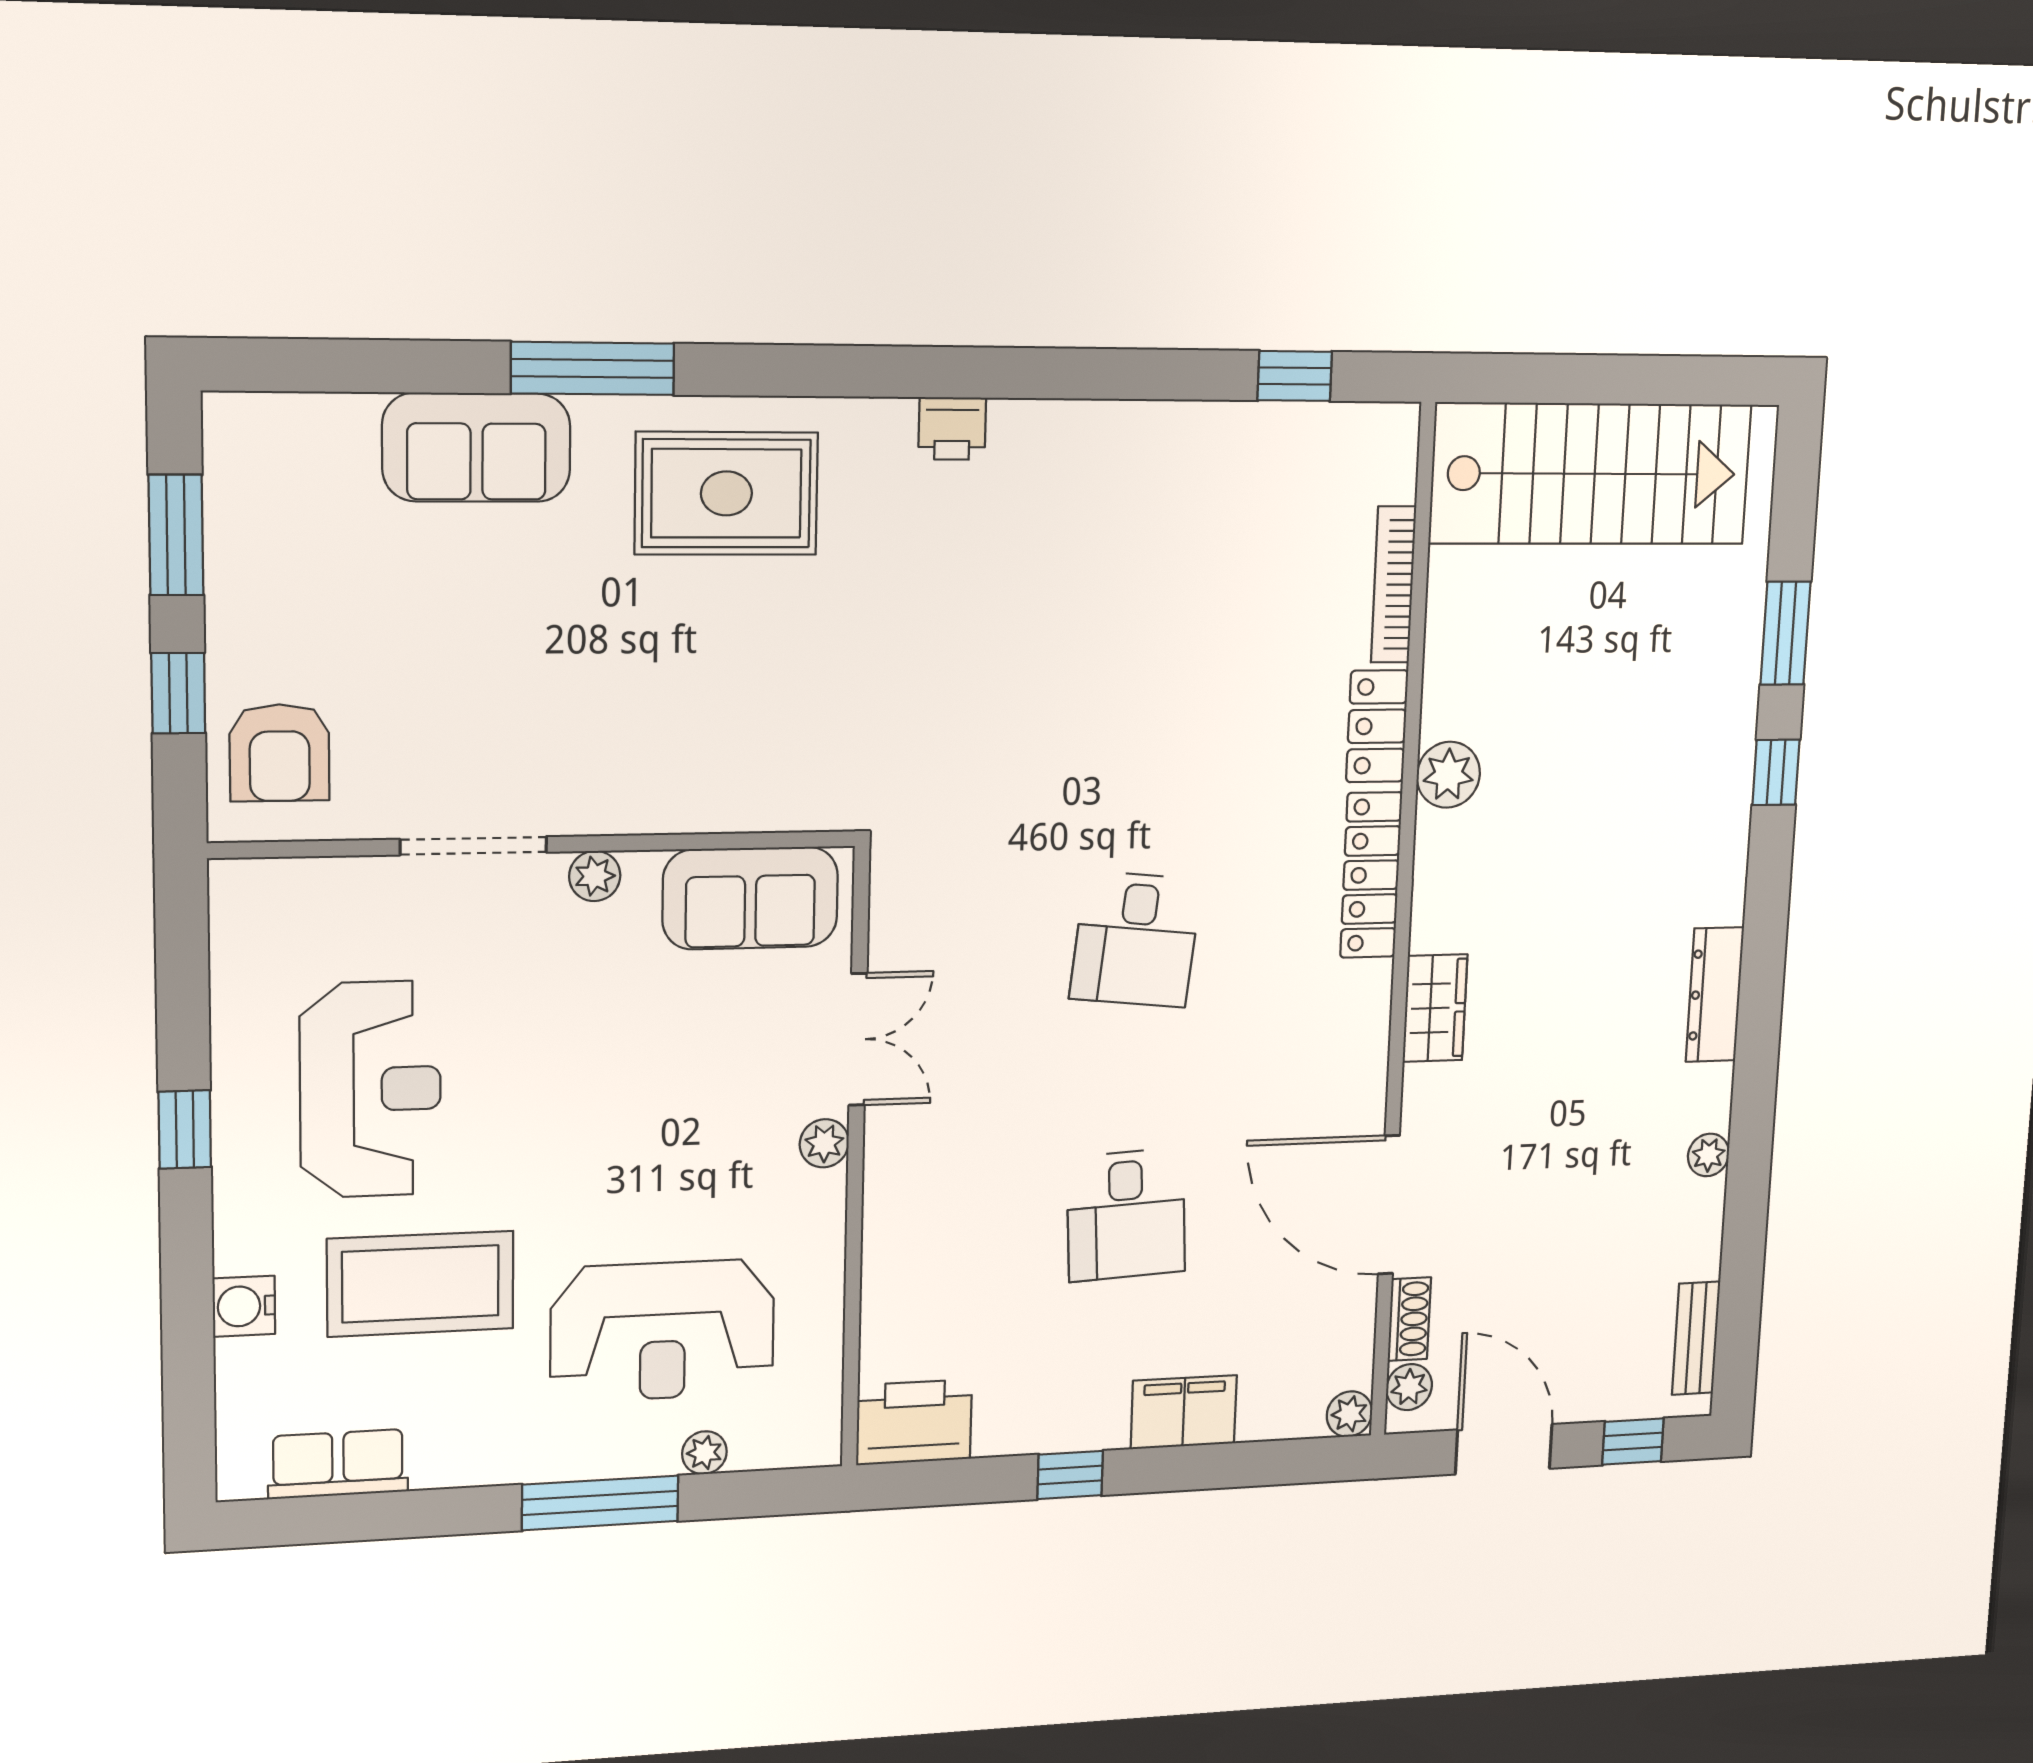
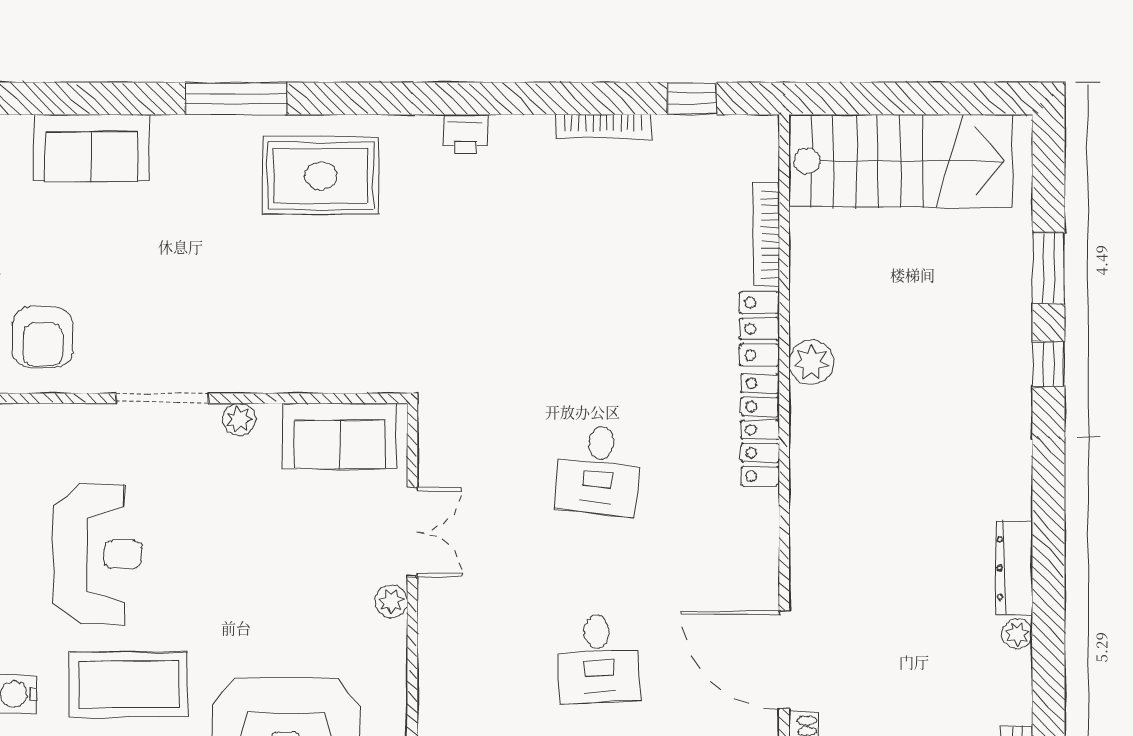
bookcase: (1162, 418) -> (603, 127), added
sofa: (477, 447) -> (91, 148), moved
dresser: (1715, 995) -> (1014, 568), moved
wardrobe: (1435, 1008) -> (810, 523), removed

